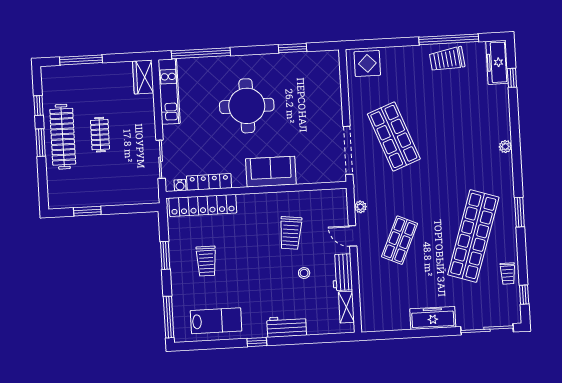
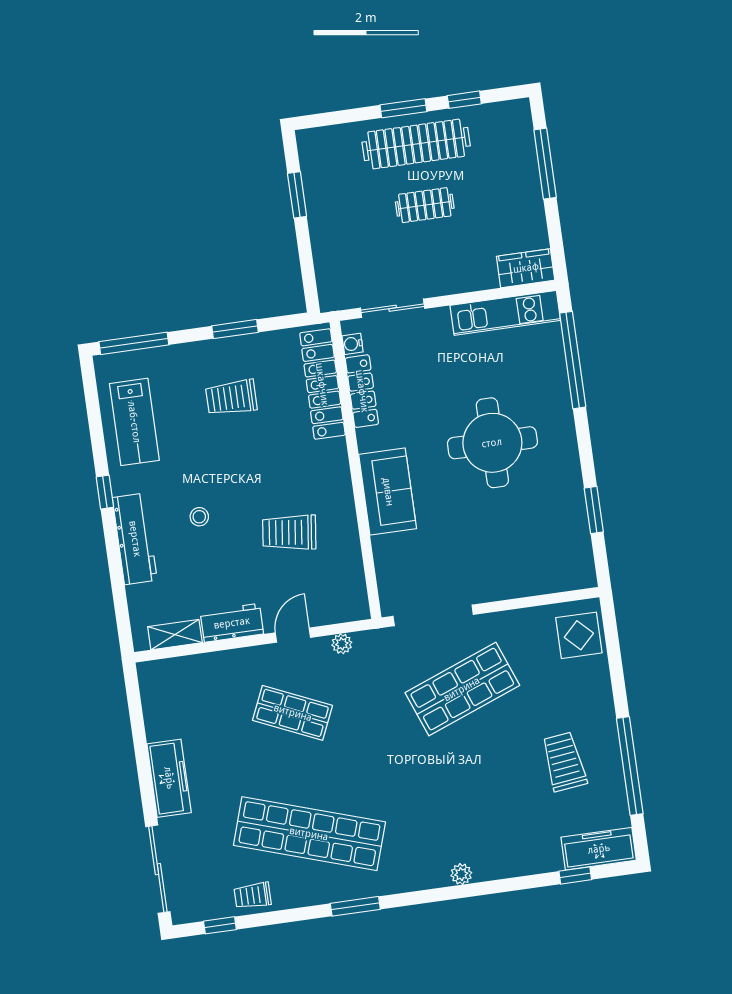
trolley: (447, 59) -> (564, 762), moved
stool: (304, 273) -> (199, 517), moved
workbench: (287, 326) -> (135, 539), width x1.38

